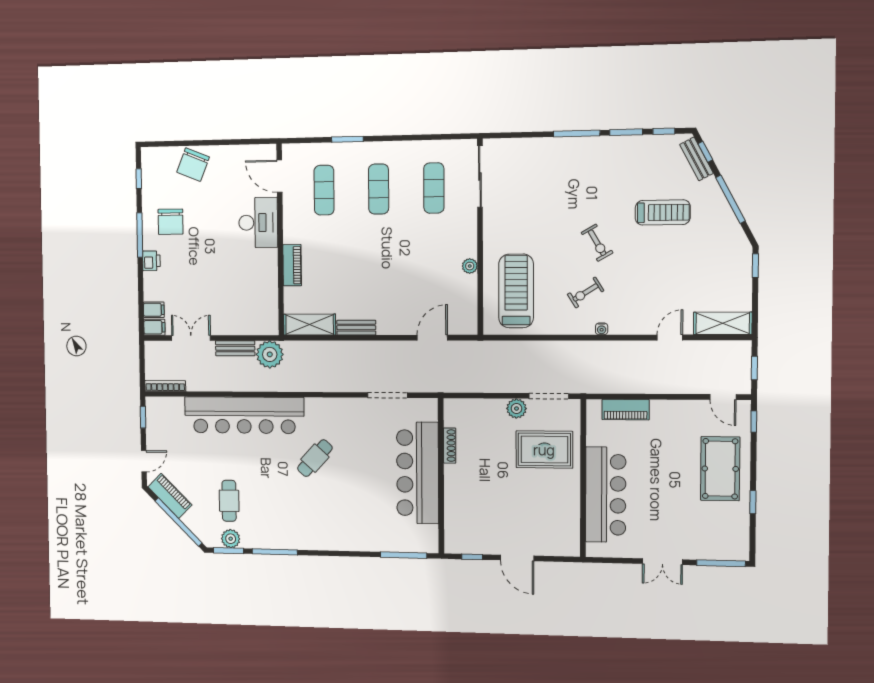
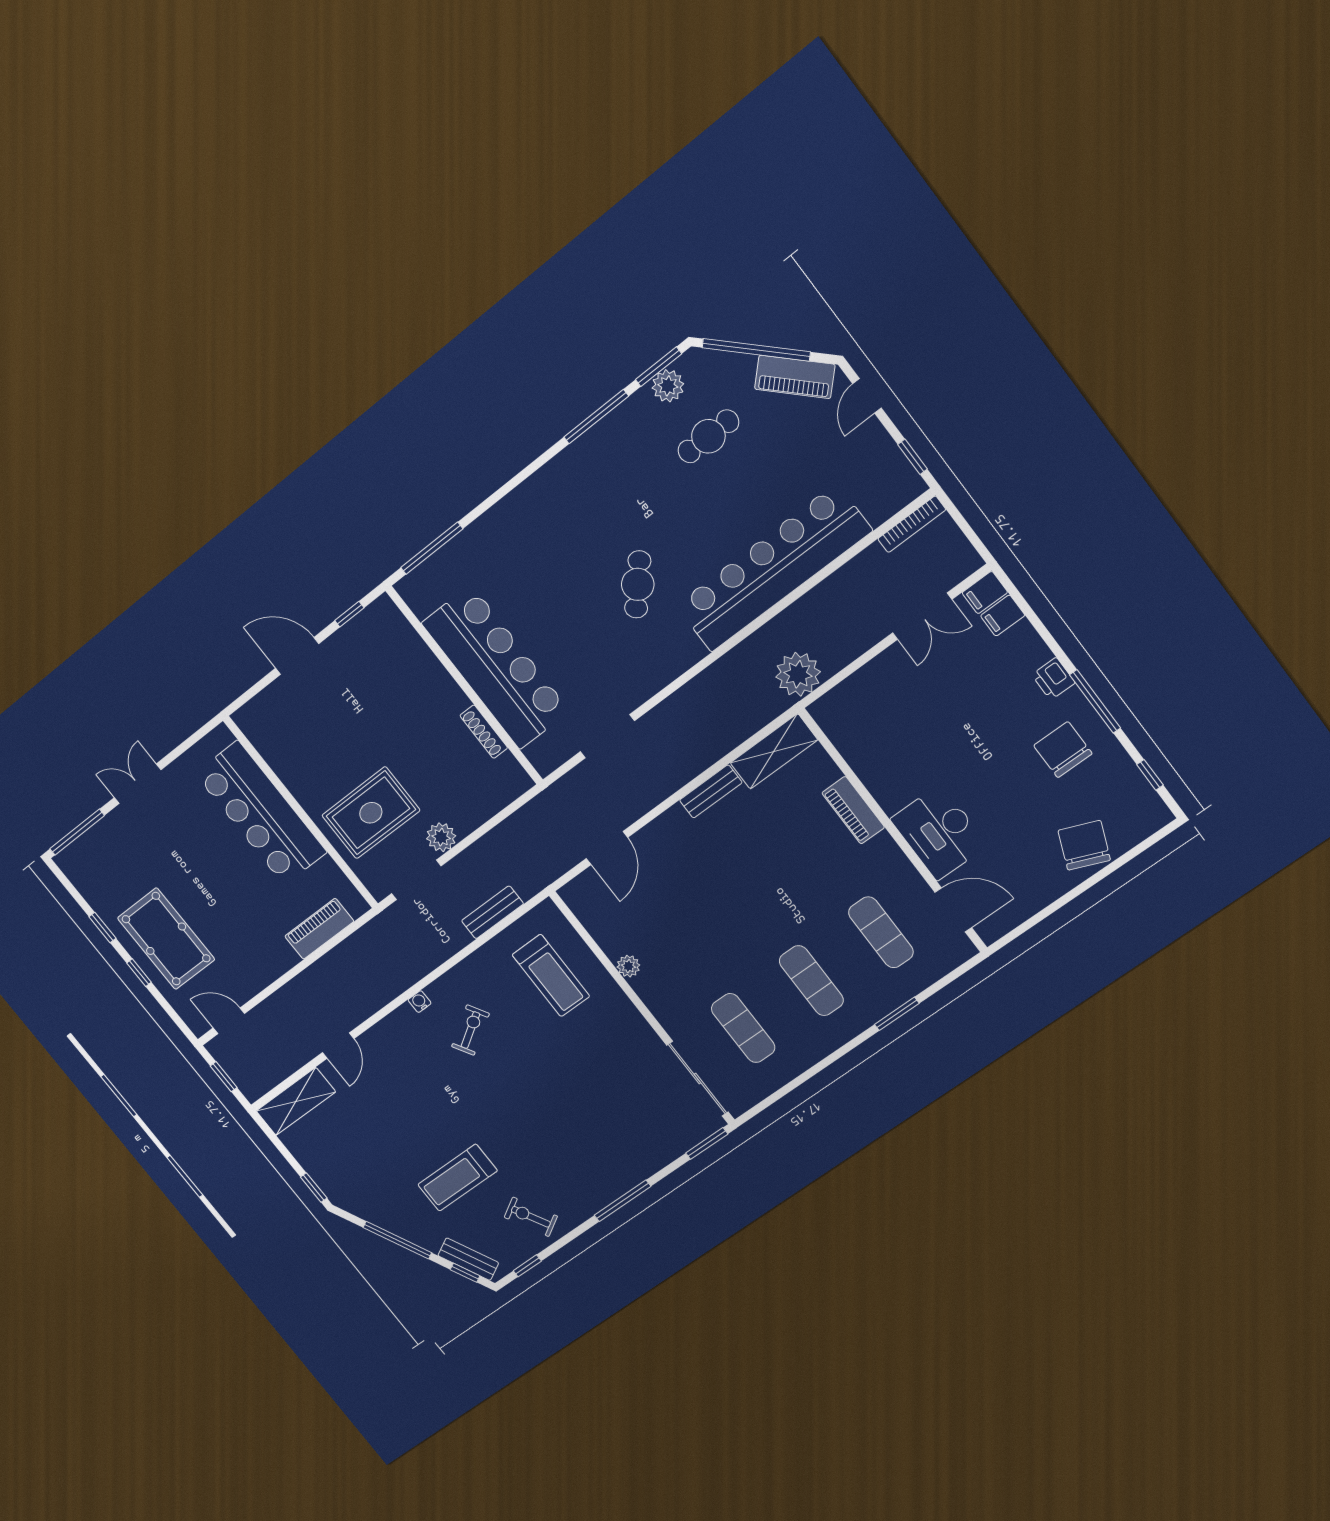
window: (626, 132) -> (707, 1143), moved
exercise bike: (597, 243) -> (531, 1217), moved
treadmill: (516, 291) -> (551, 975), width x0.73, depth x0.73
bench: (235, 348) -> (493, 912), moved
window: (754, 422) -> (139, 973), moved
cafe table: (229, 501) -> (708, 436), turned 90

